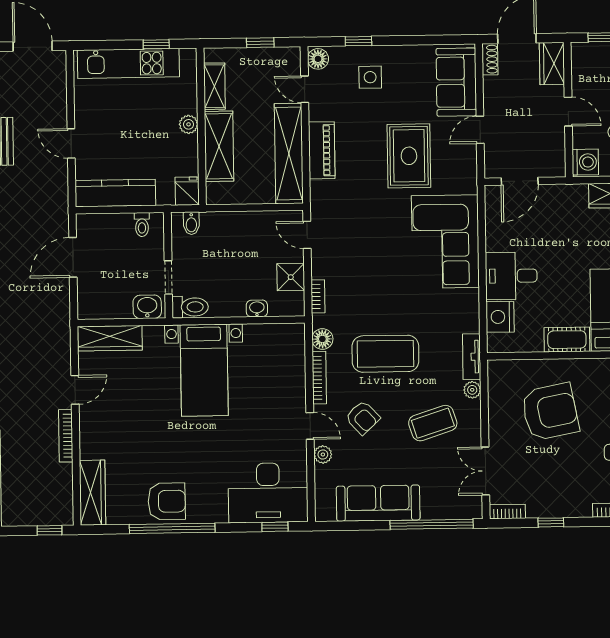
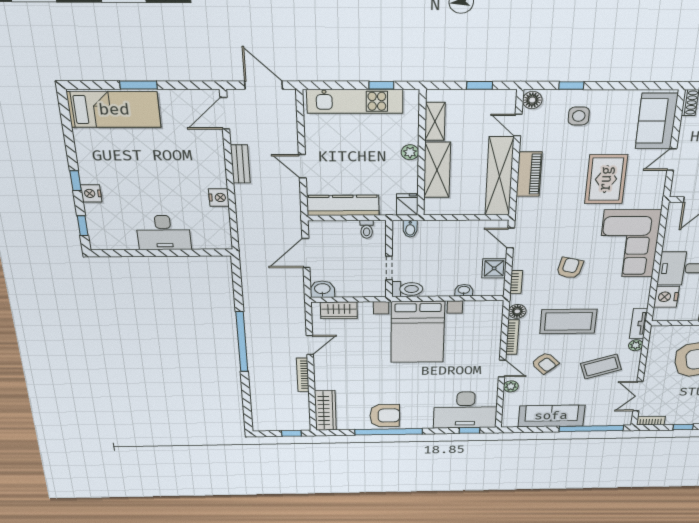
armchair: (380, 276) -> (570, 268), added
washbasin: (147, 307) -> (322, 289), moved
wardrobe: (110, 338) -> (339, 310), width x0.67
bed with nightstands: (204, 370) -> (418, 332), width x1.36

